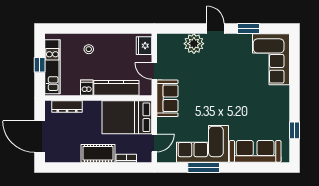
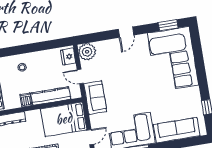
door: (216, 28) -> (126, 32), swing flipped
window: (249, 28) -> (168, 25), moved
plant: (194, 44) -> (87, 52), moved
corner sofa: (271, 59) -> (173, 59), width x1.36, depth x1.36

